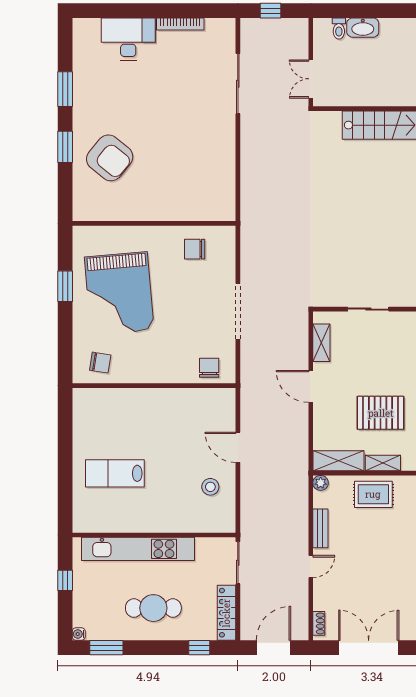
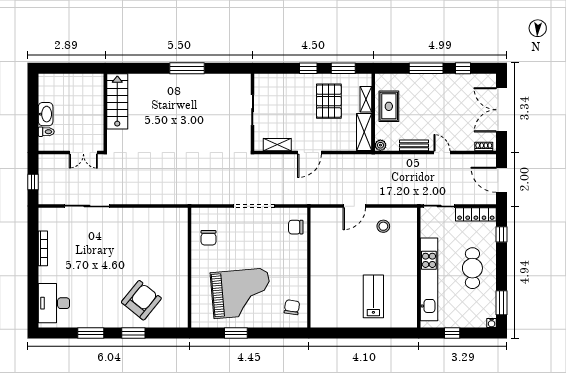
desk: (128, 39) -> (54, 303), moved
lab bench: (115, 473) -> (373, 296), turned 180

